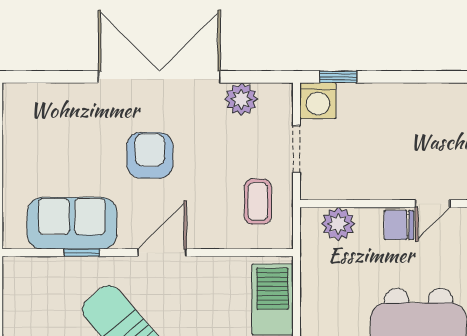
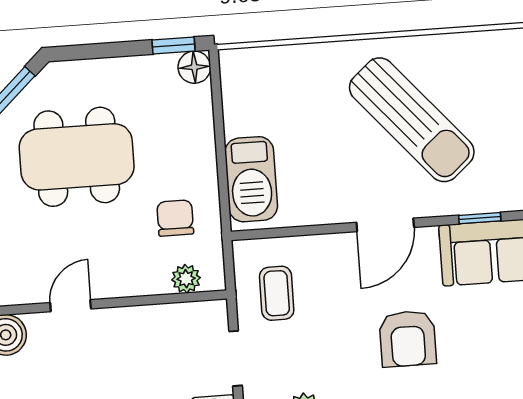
plant: (338, 224) -> (186, 279), width x0.73, depth x0.73
chair: (399, 225) -> (175, 218), moved, turned -90

